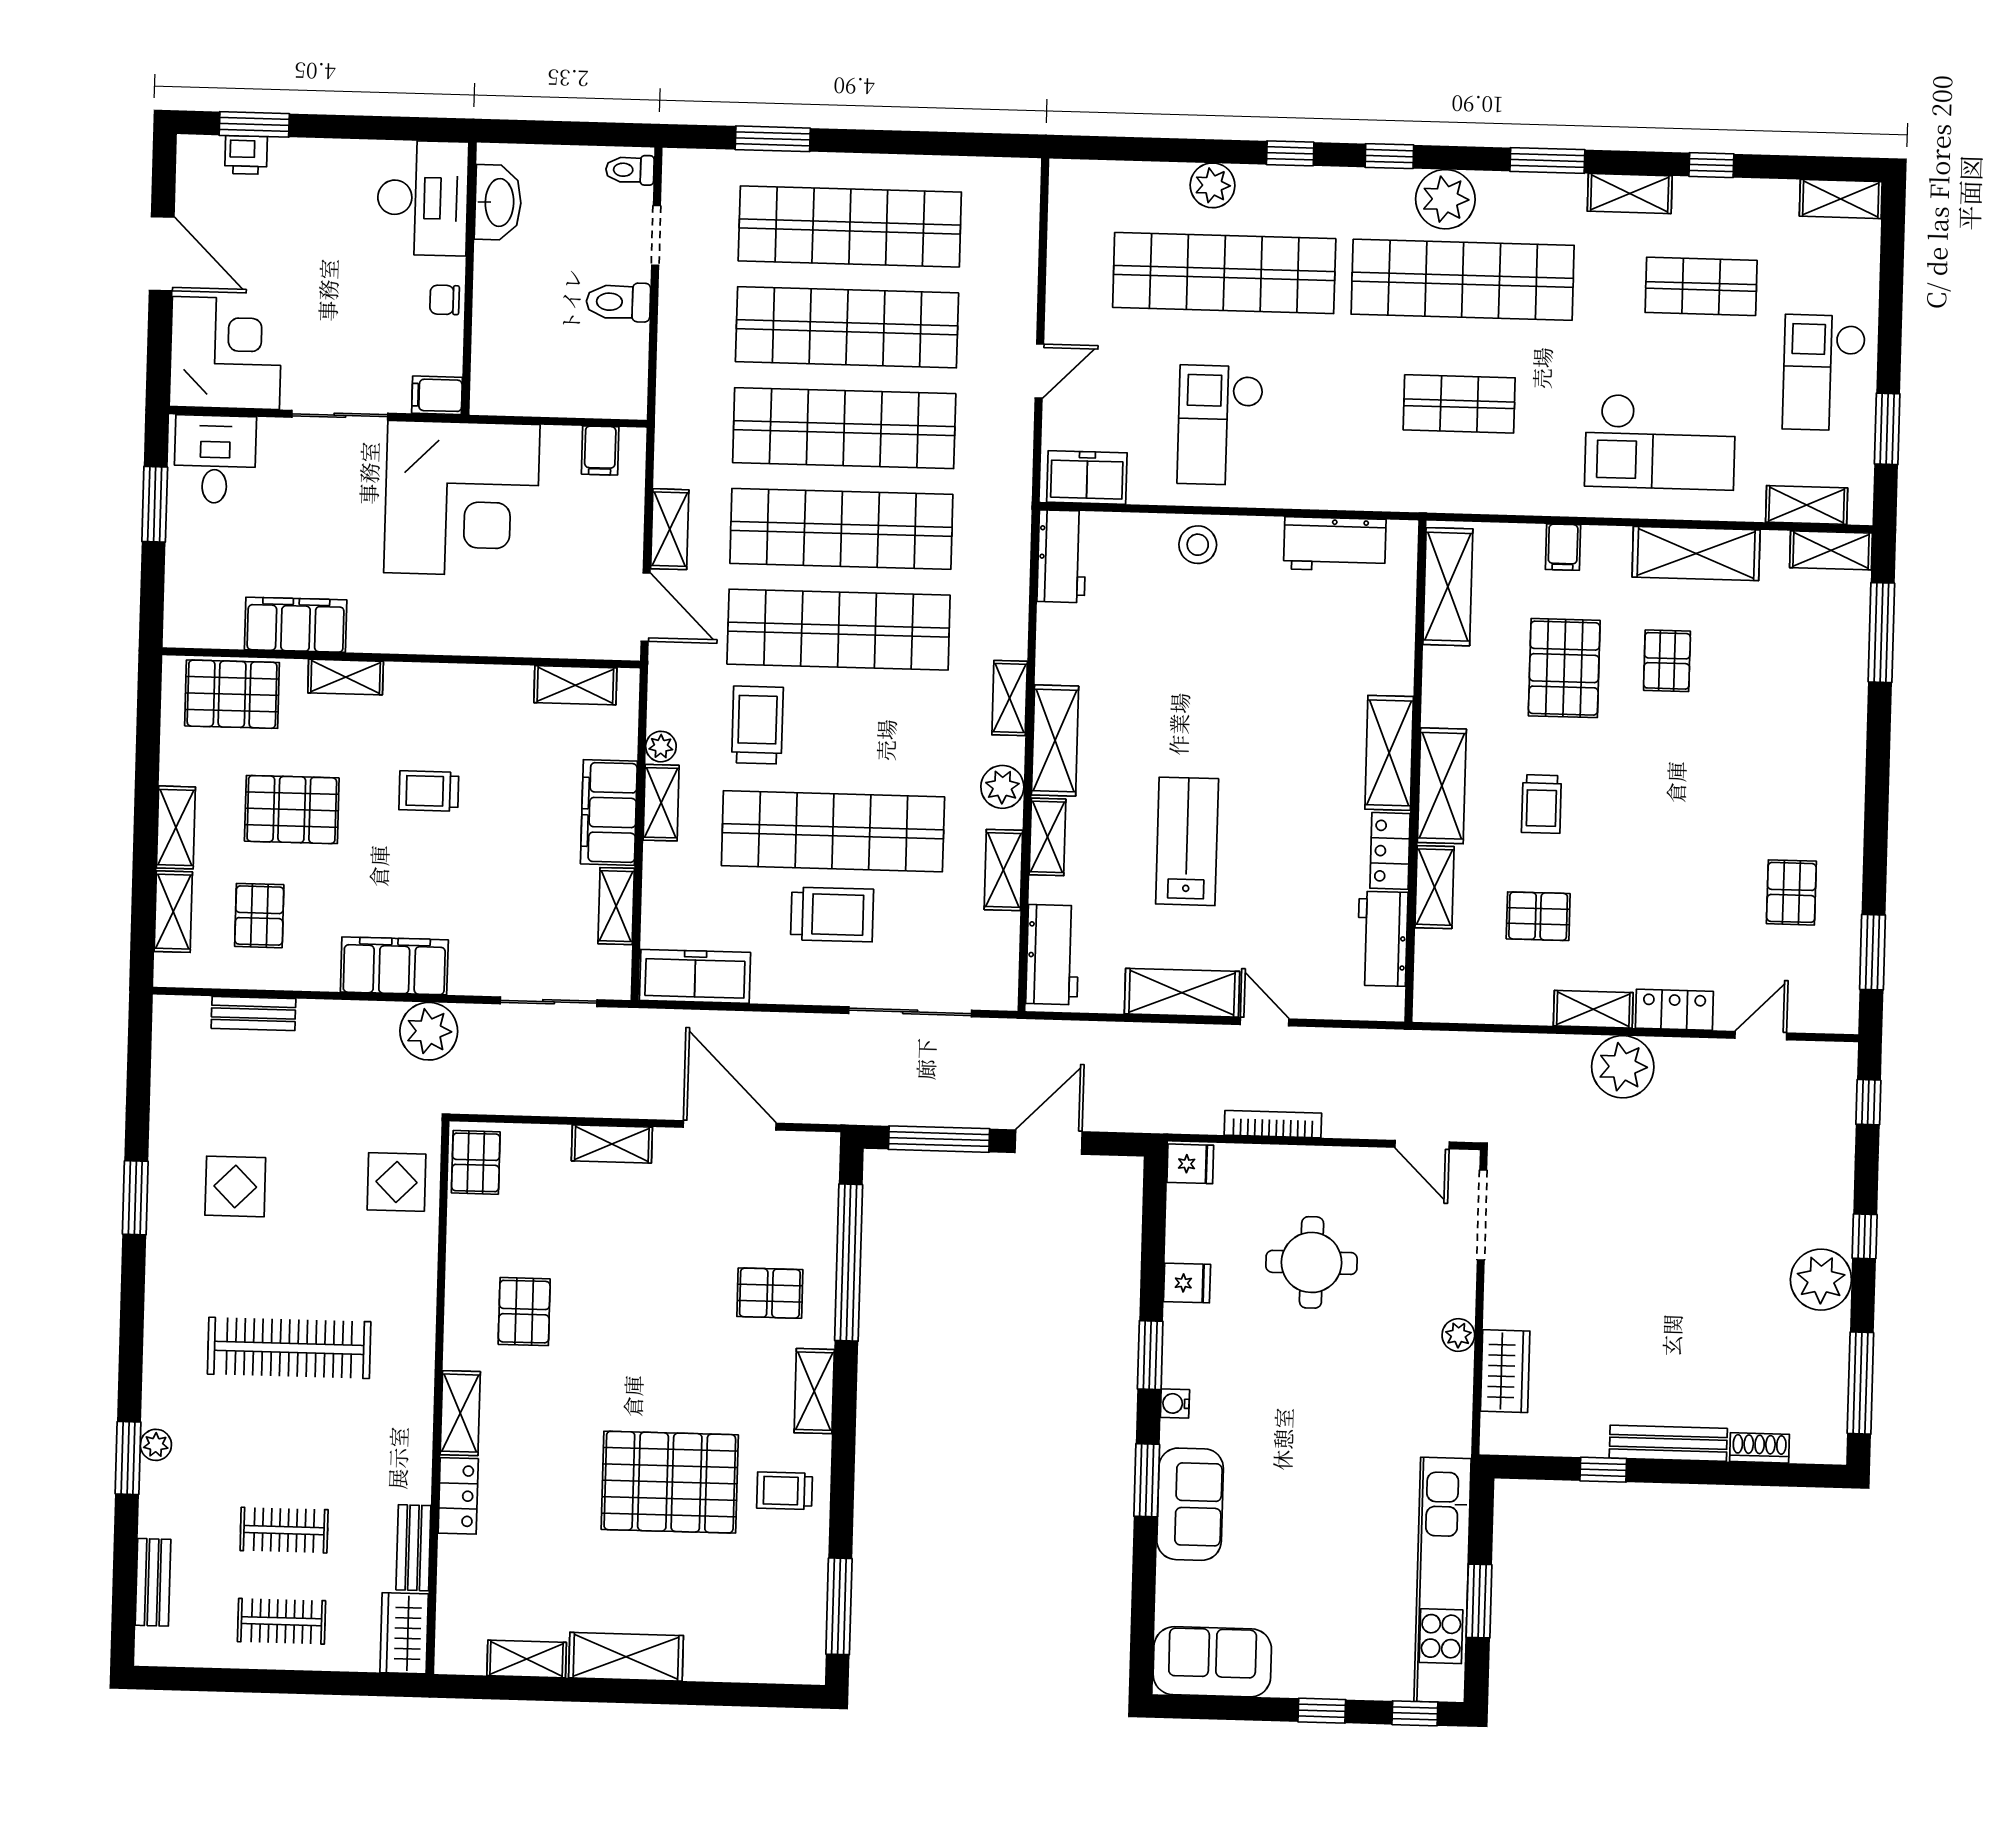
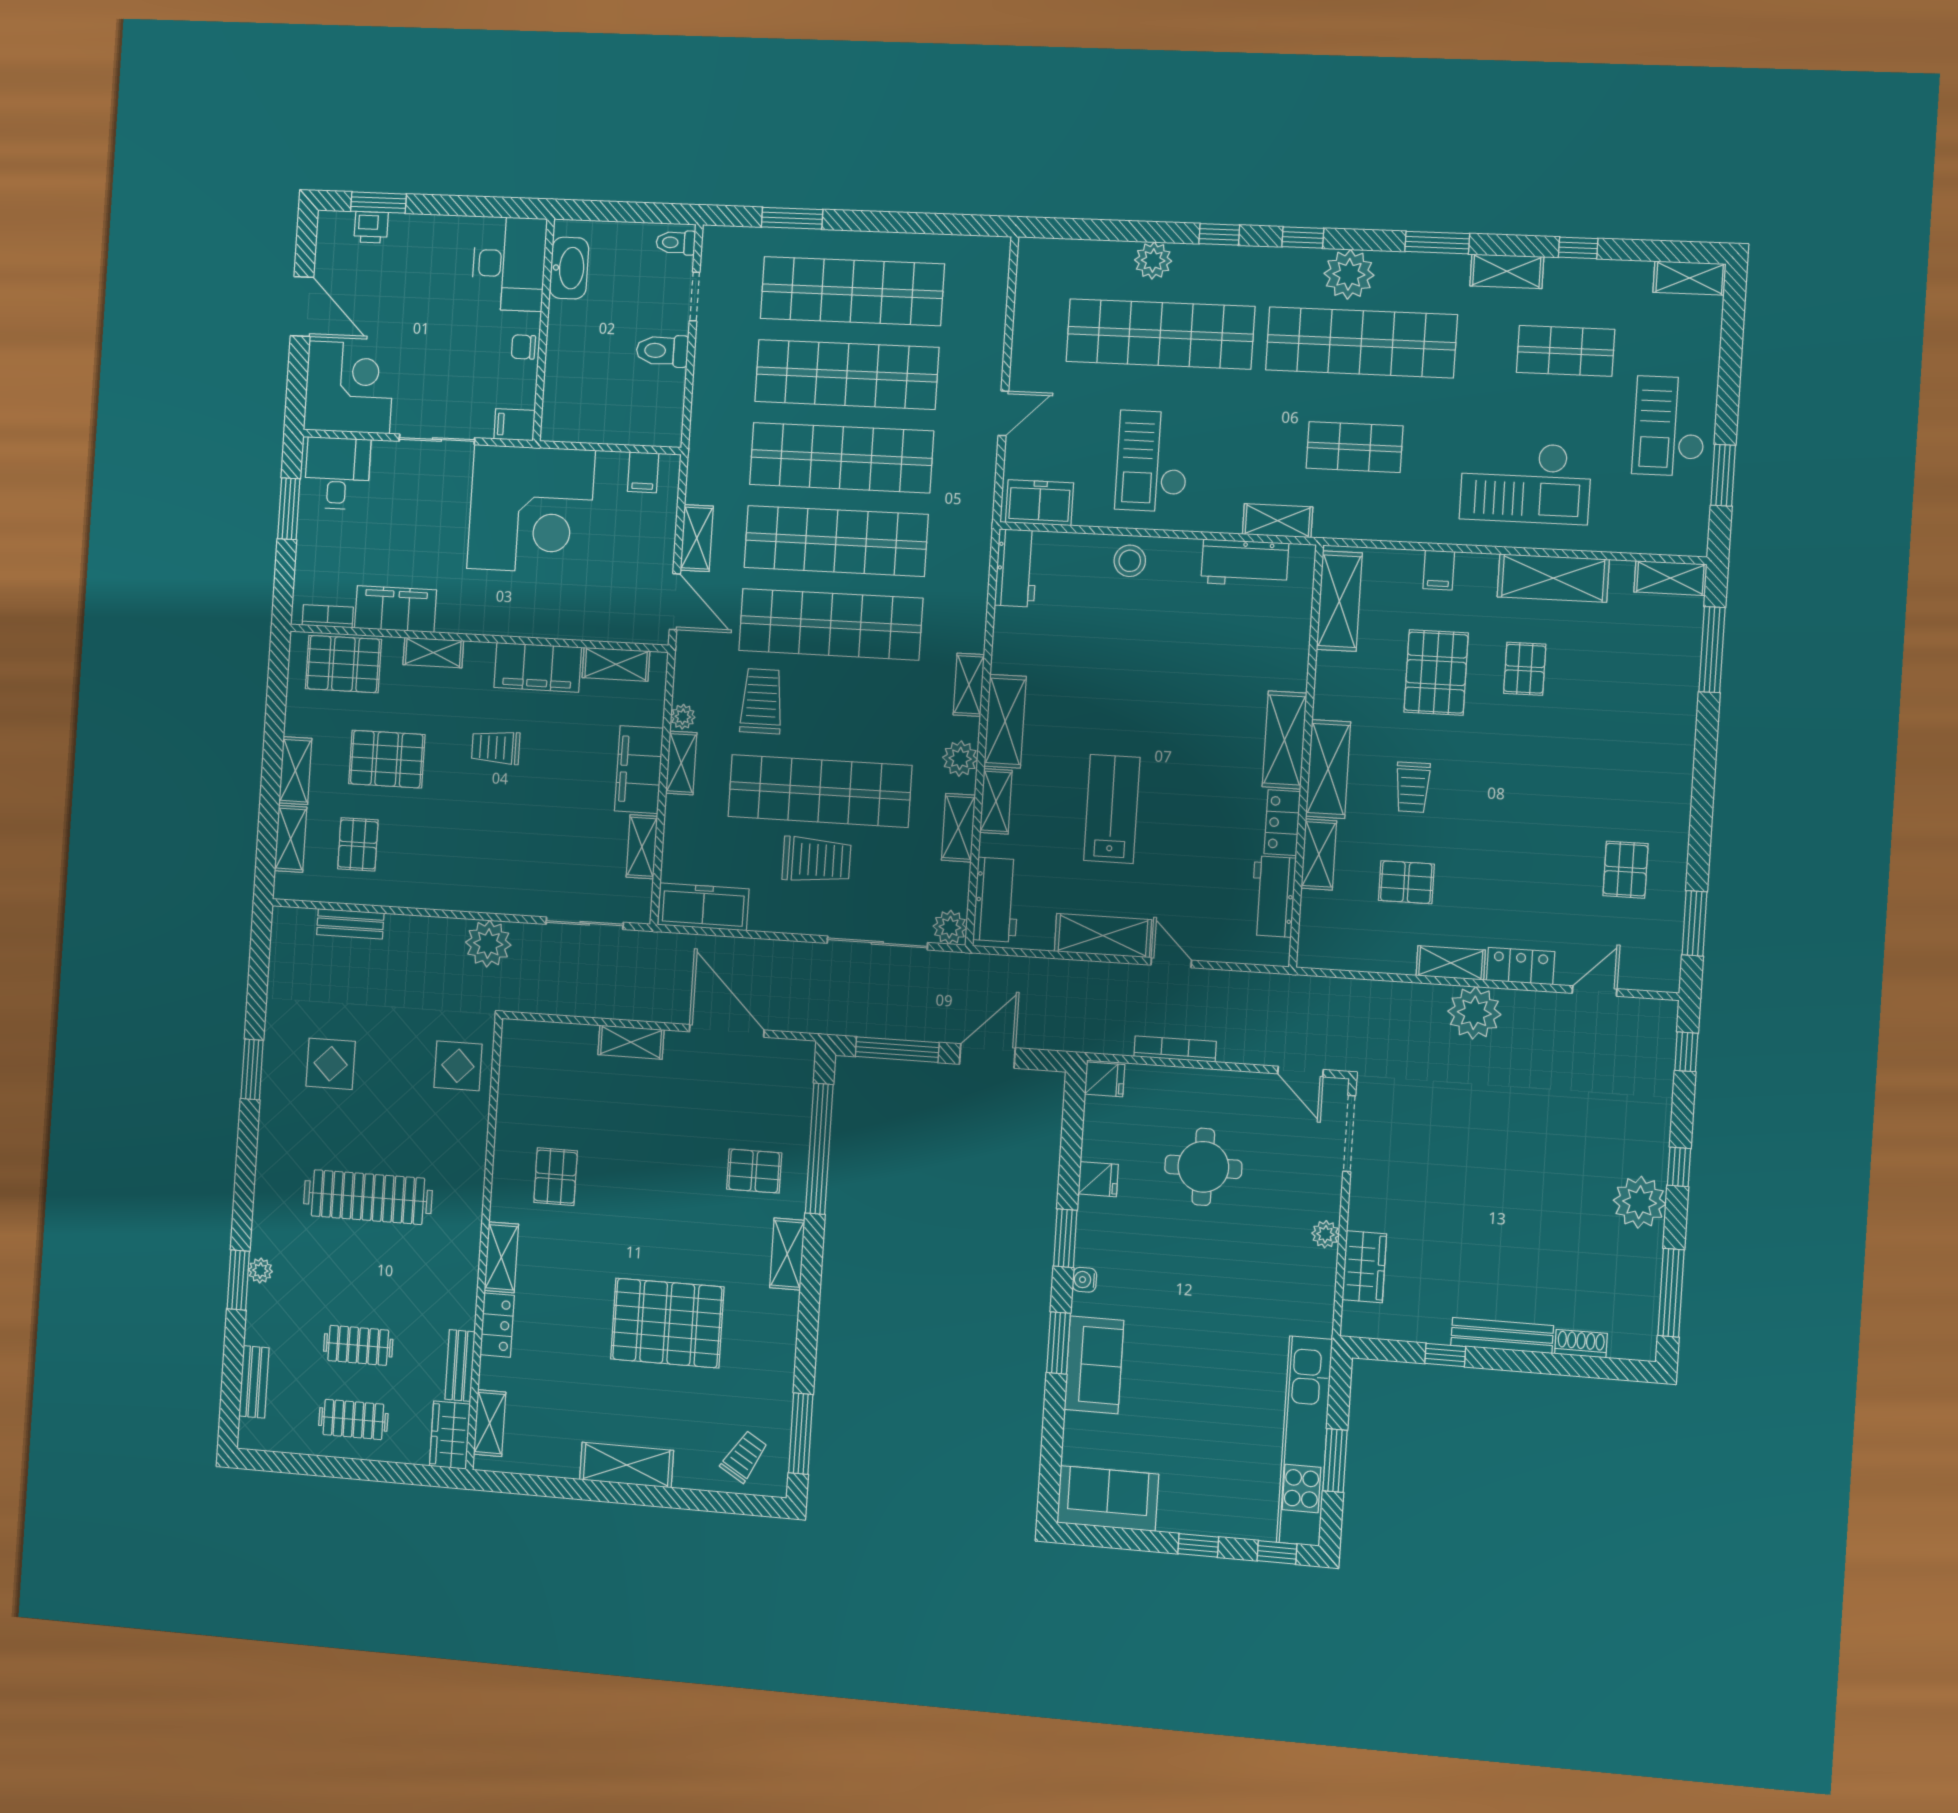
shelving: (1807, 505) -> (1278, 521), moved
bookcase: (210, 636) -> (328, 616), added
filing cabinet: (394, 966) -> (538, 667), moved, turned 180
plant: (997, 990) -> (950, 927), added
pallet: (476, 1162) -> (522, 1053), removed
trolley: (785, 1491) -> (744, 1457), moved, turned 121
shelving: (527, 1659) -> (490, 1423), moved, turned 90

